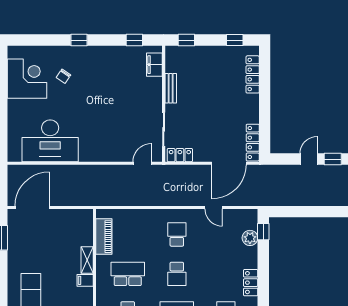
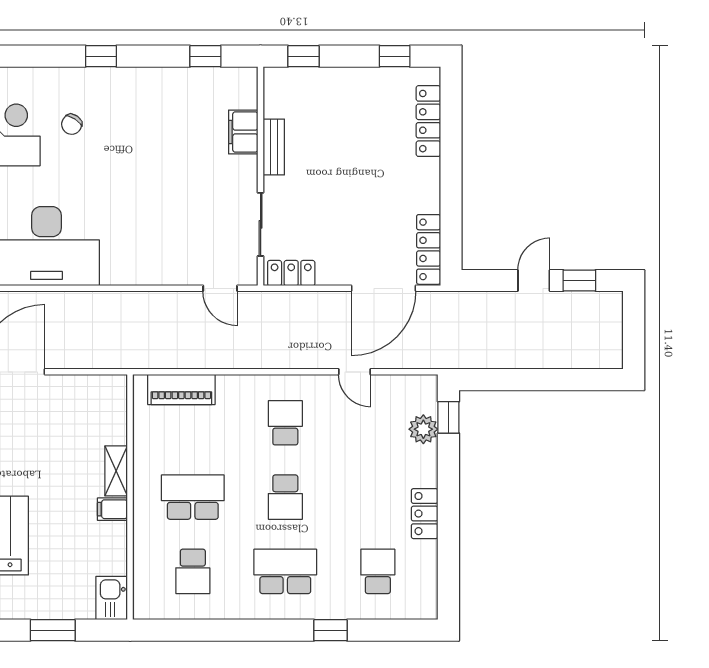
filing cabinet: (154, 65) -> (243, 132), moved
door: (142, 163) -> (220, 288), swing flipped
piano: (104, 237) -> (181, 390), moved, turned 90

